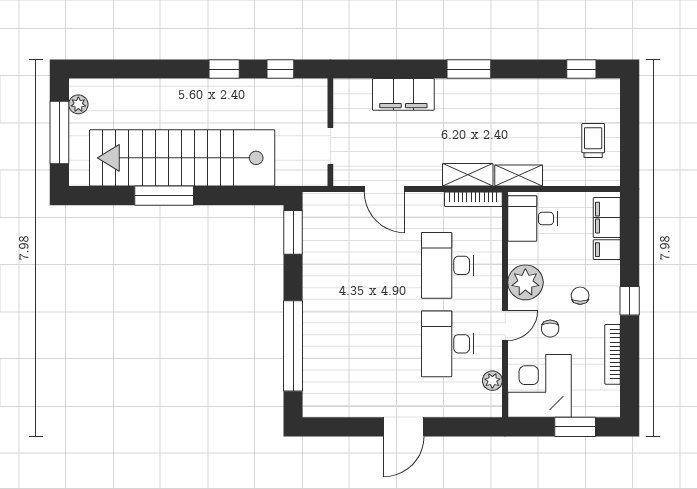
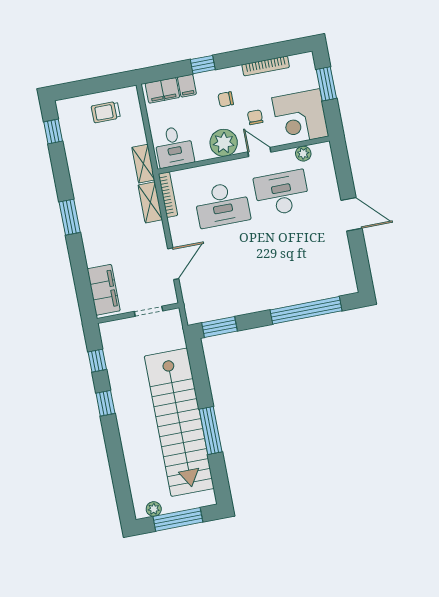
filing cabinet: (403, 94) -> (104, 290), moved
window: (630, 301) -> (203, 65), moved
chair: (550, 329) -> (255, 117), turned -90
desk: (448, 344) -> (282, 193), turned 180

